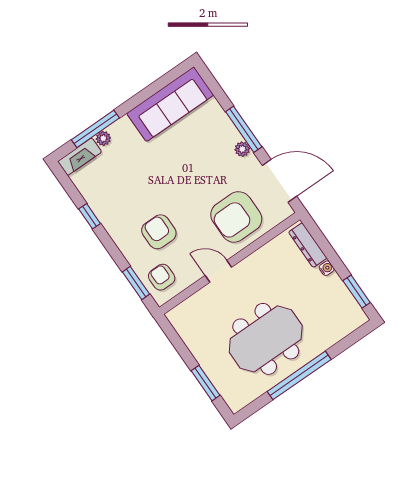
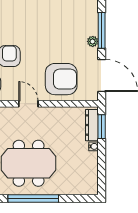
armchair: (236, 217) -> (61, 79), turned 180
window: (357, 292) -> (102, 127), moved

